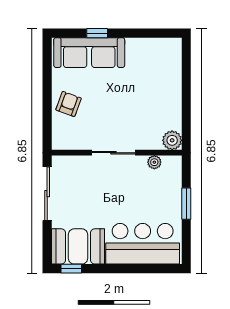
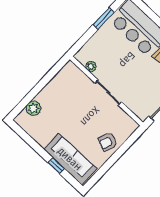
plant: (172, 140) -> (33, 108), moved
window: (186, 204) -> (104, 18), moved

